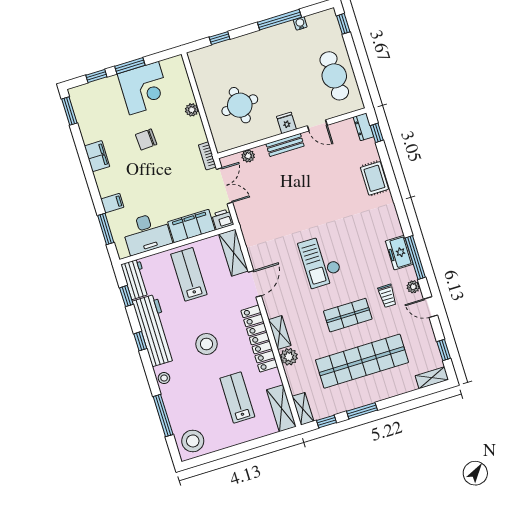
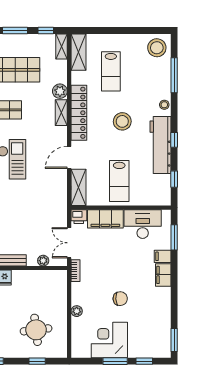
round table: (240, 105) -> (36, 330), moved
filing cabinet: (97, 156) -> (163, 275), moved
workbench: (135, 279) -> (163, 190), removed

